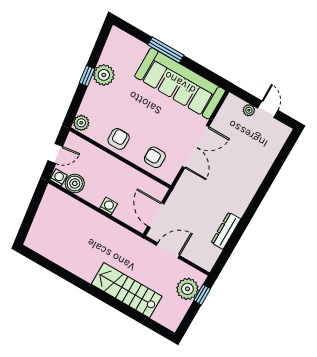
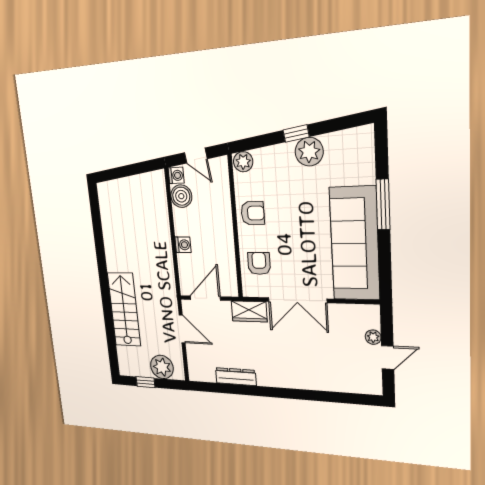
wardrobe: (184, 187) -> (249, 311), added
window: (202, 295) -> (146, 382), moved

